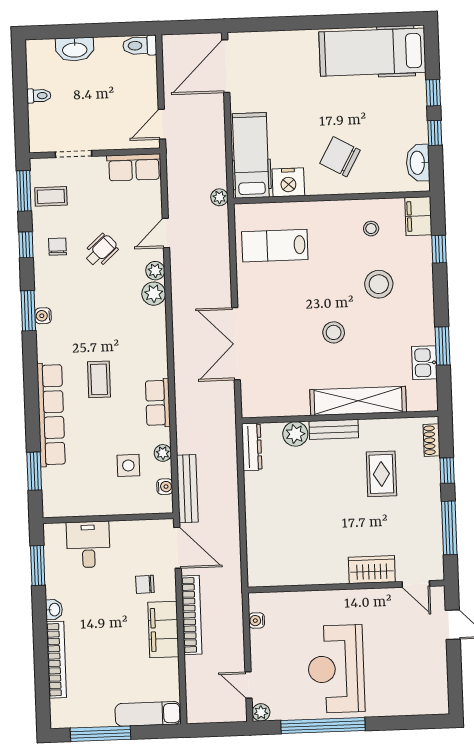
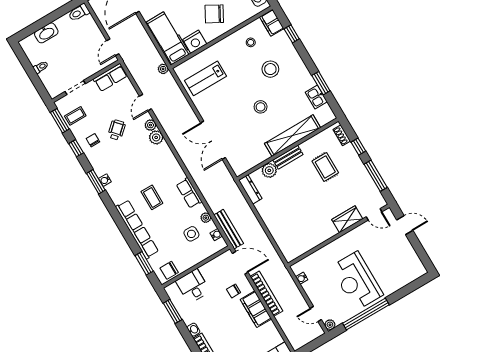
chair: (66, 502) -> (169, 270), added

